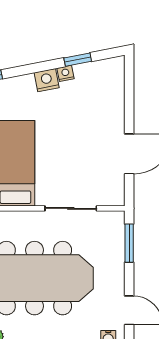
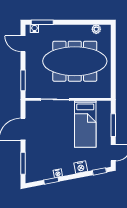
nightstand: (47, 80) -> (81, 167), moved
window: (129, 92) -> (23, 163), added

